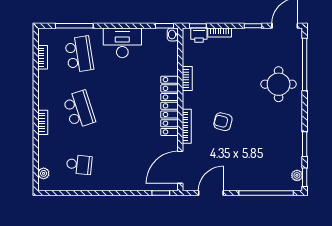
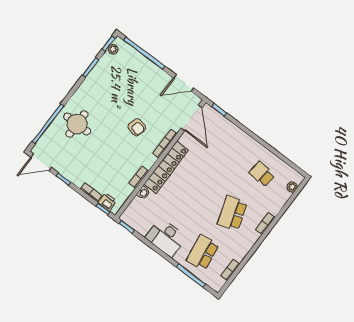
washbasin: (173, 34) -> (143, 193), moved
door: (180, 167) -> (192, 118), hinge flipped

